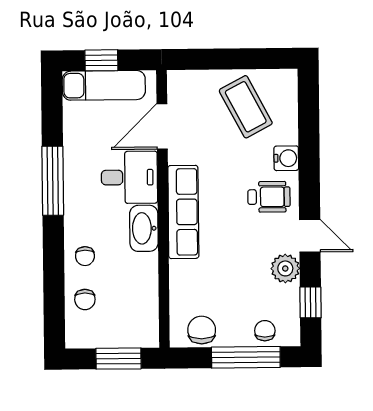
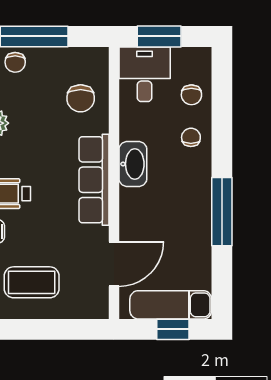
coffee table: (246, 107) -> (32, 282), turned -62
desk: (129, 177) -> (145, 74), moved, turned 90
chair: (85, 299) -> (191, 95), turned 180
chair: (202, 330) -> (81, 98), moved

